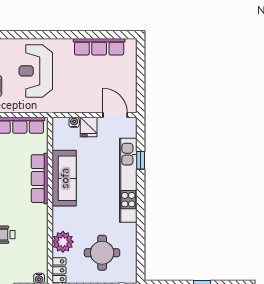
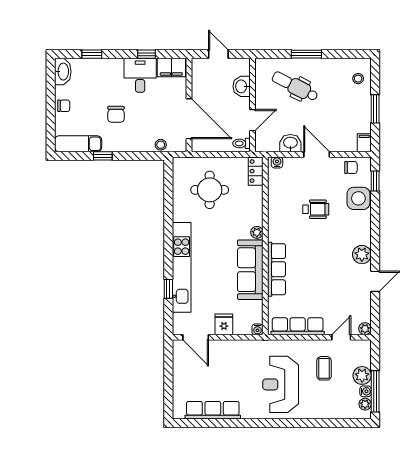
reception desk: (36, 71) -> (281, 384), turned 180
water cooler: (74, 122) -> (257, 329), moved
plant: (63, 242) -> (257, 232), moved, width x0.53, depth x0.53

